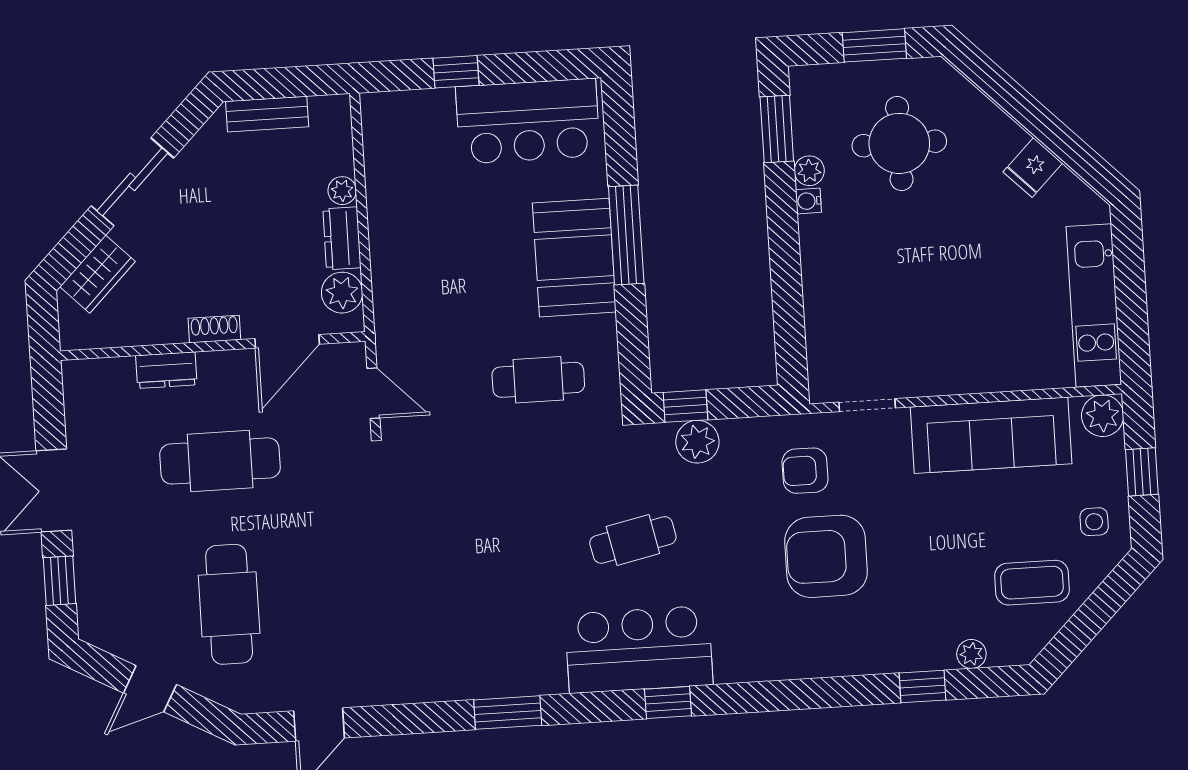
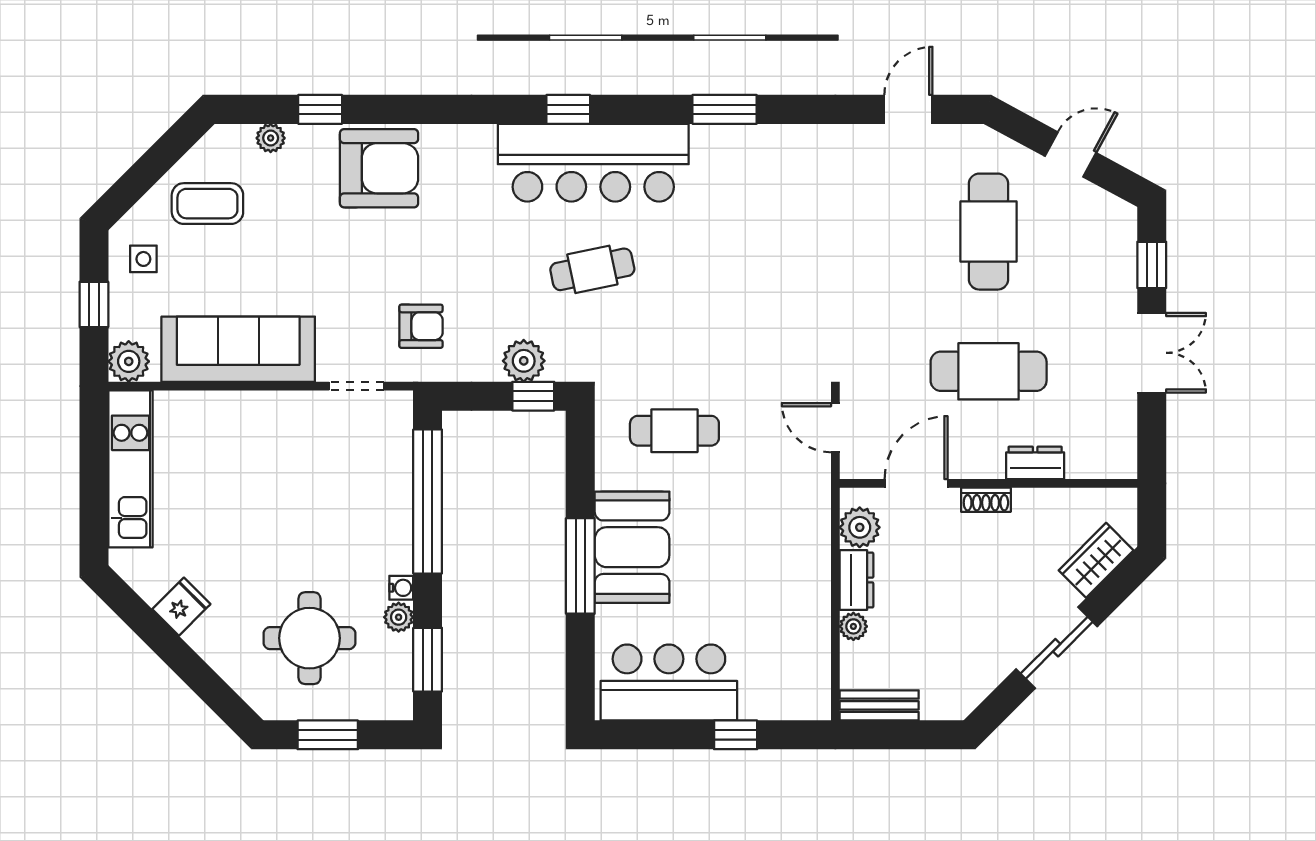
bench: (267, 114) -> (879, 705), moved
window: (787, 291) -> (428, 502), added
armchair: (826, 556) -> (379, 168), moved
bar counter: (639, 649) -> (593, 163), width x1.36

